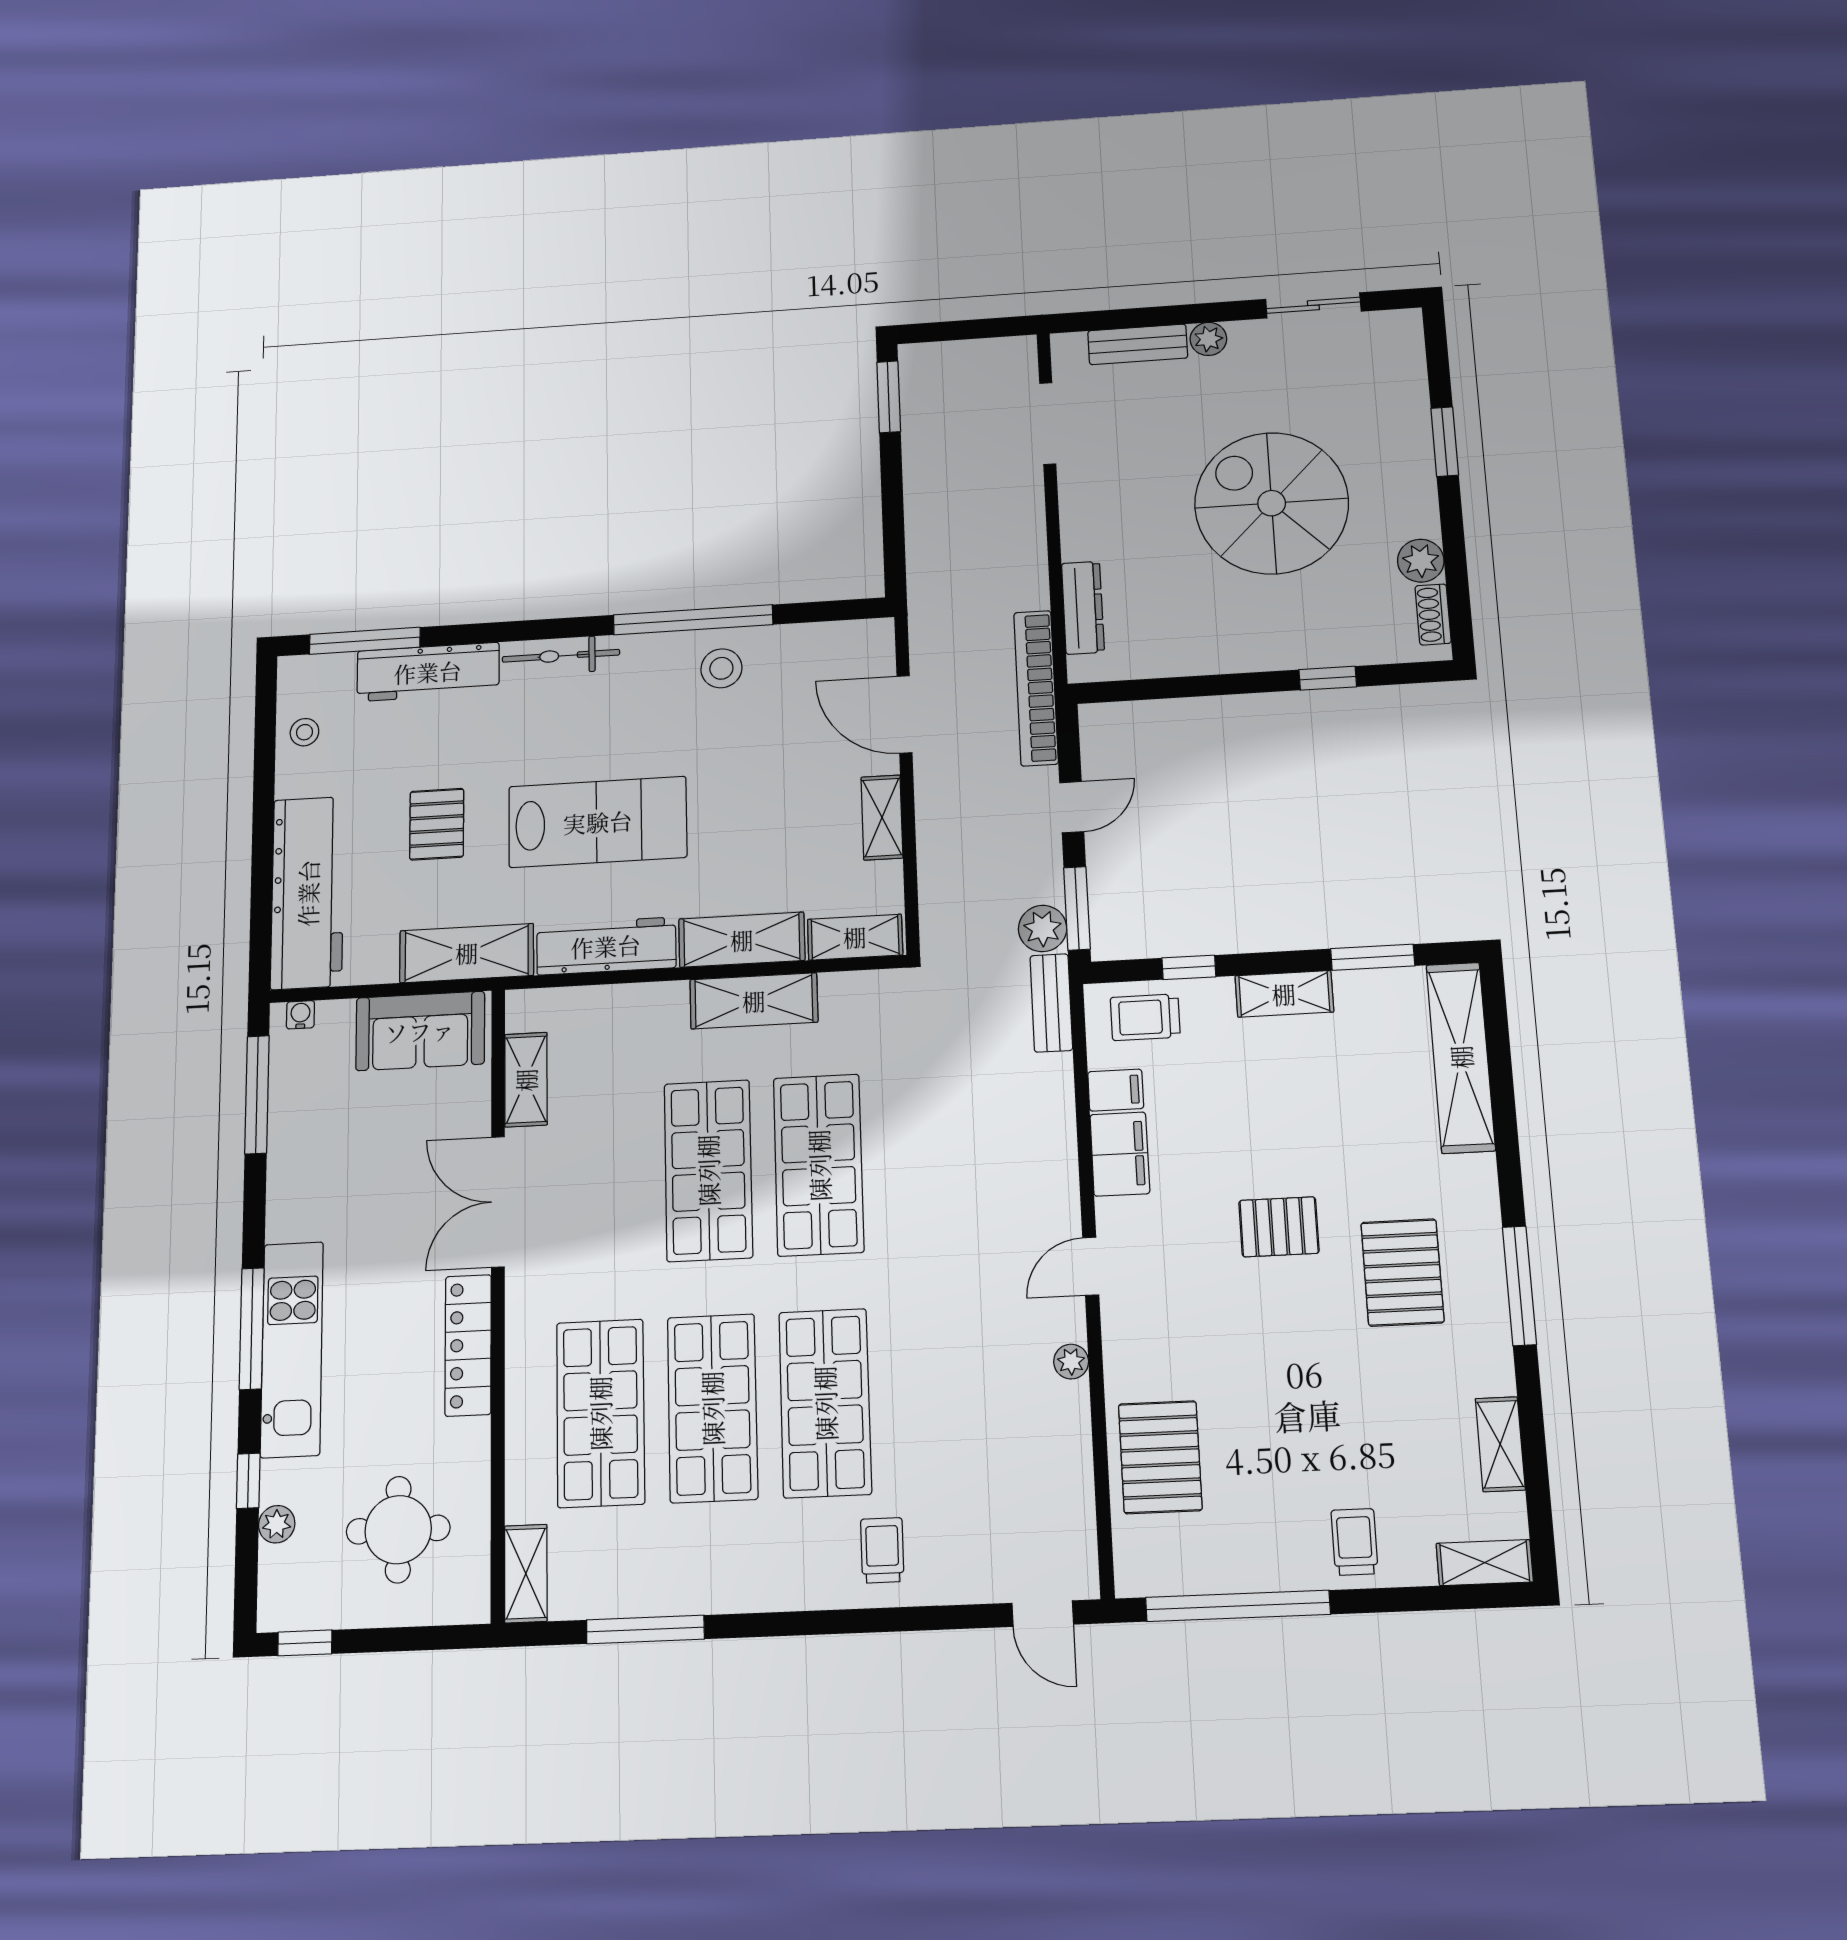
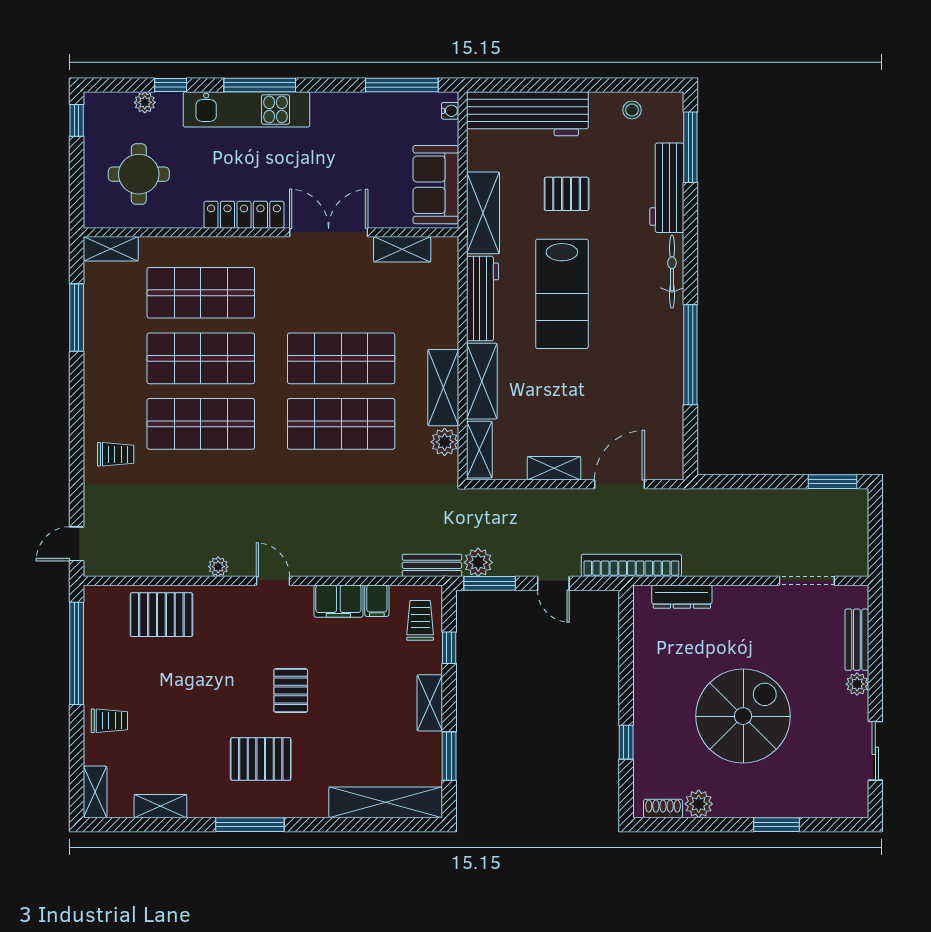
stool: (721, 668) -> (657, 372), removed
plant: (844, 994) -> (445, 442), added

